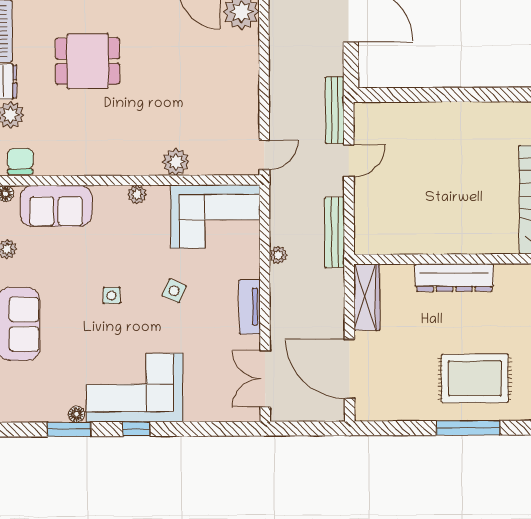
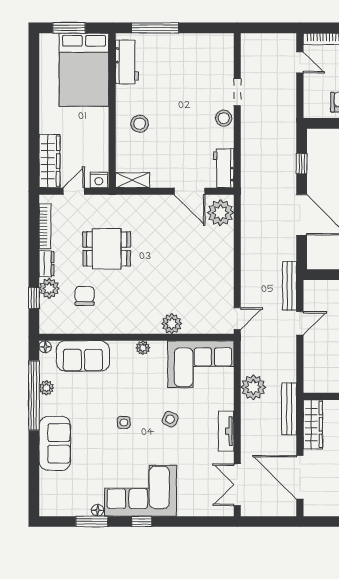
chair: (20, 161) -> (85, 296), moved
bench: (335, 232) -> (289, 409), moved
plant: (278, 255) -> (253, 387), width x1.88, depth x1.88

